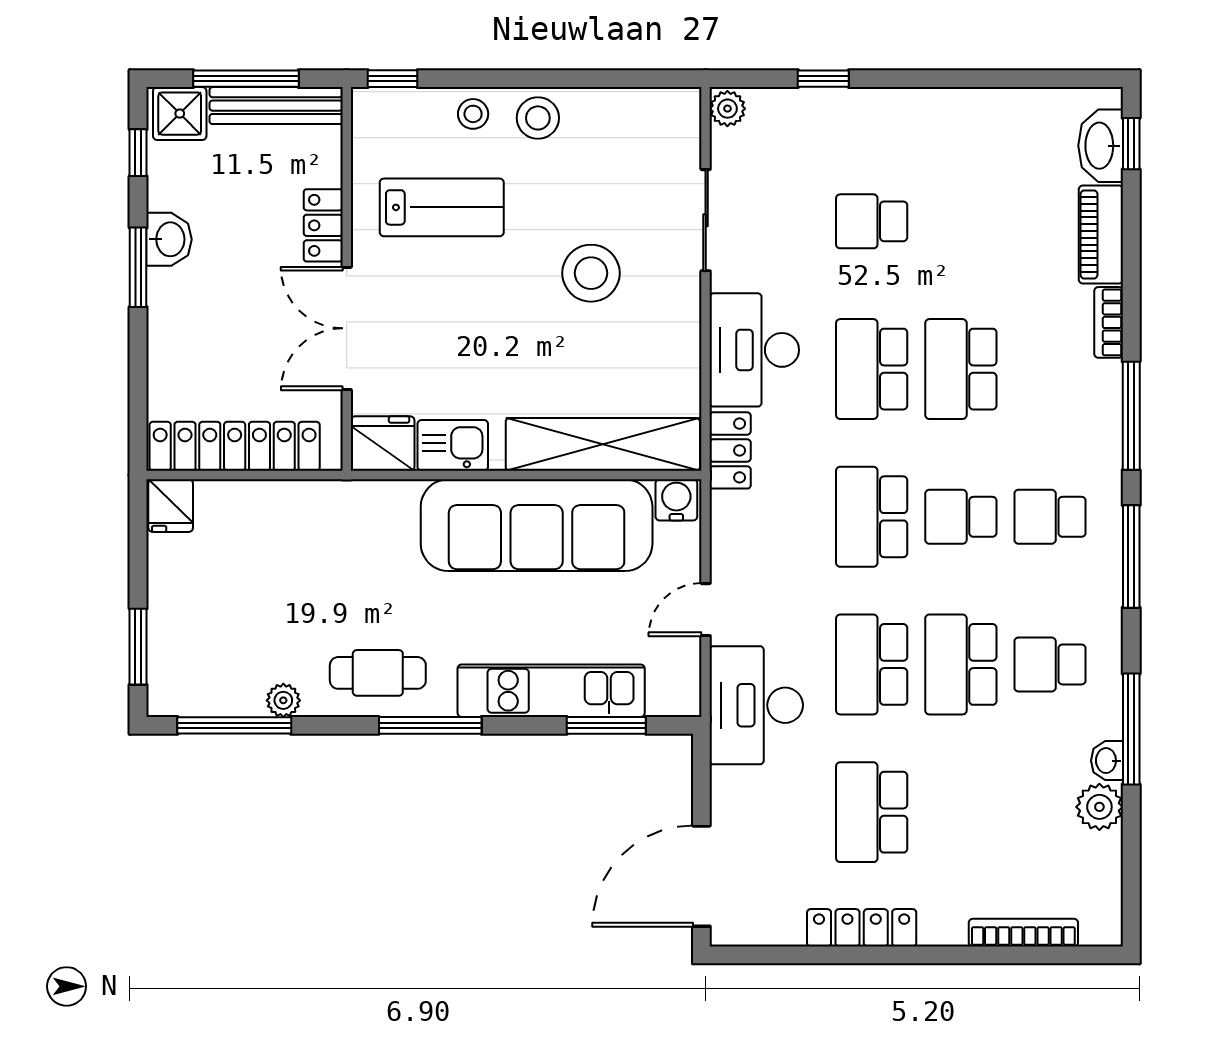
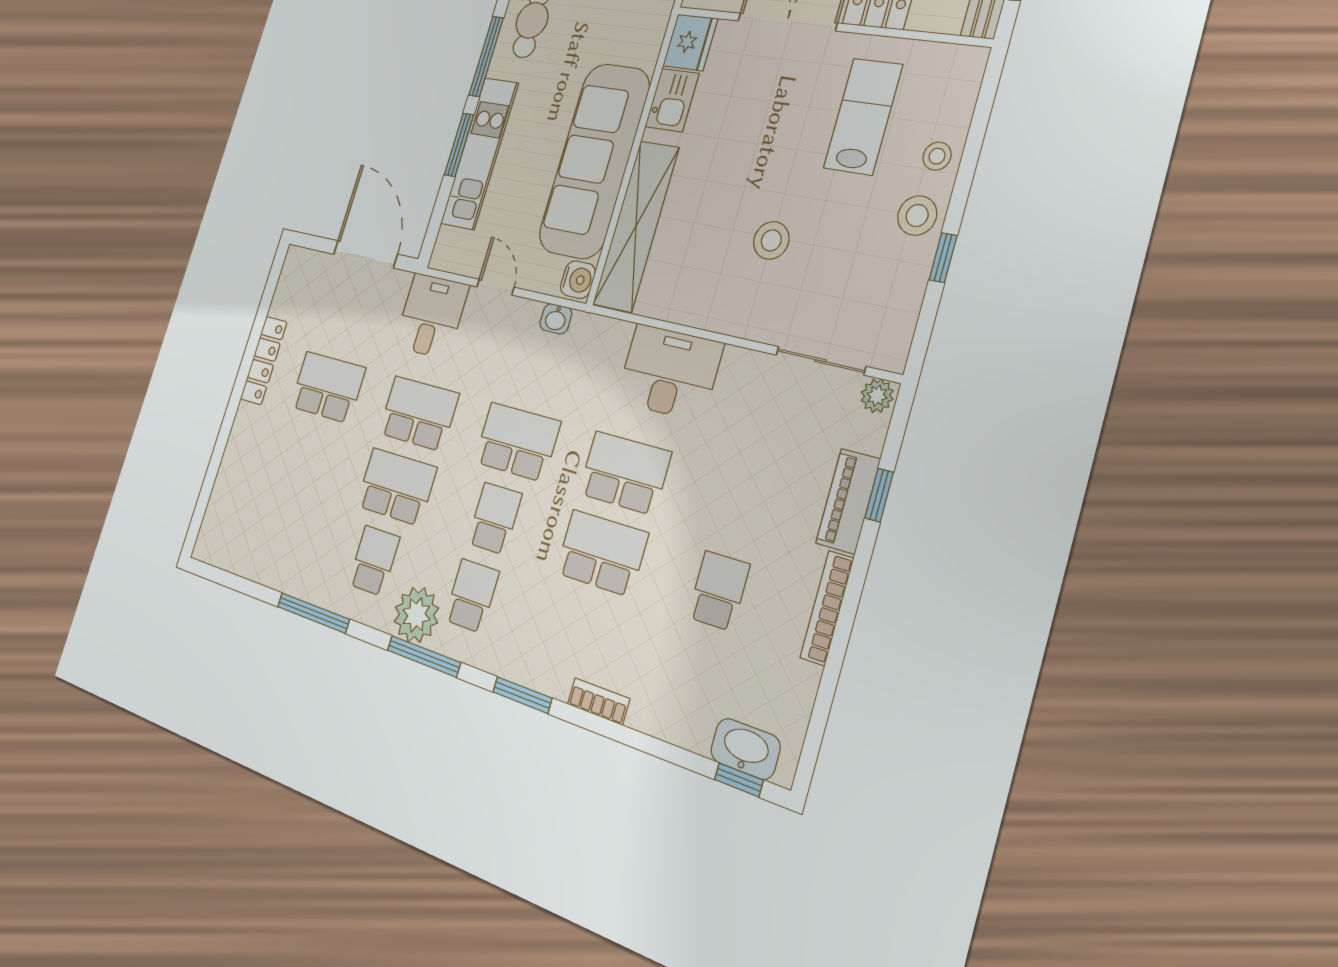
window: (393, 79) -> (943, 258), moved
lab bench: (442, 207) -> (863, 116), turned 180
sliding door: (706, 220) -> (820, 361), moved
school desk: (872, 221) -> (719, 591), moved
piano: (1101, 234) -> (848, 501), moved, turned -90
stool: (591, 273) -> (771, 240), width x0.73, depth x0.73
window: (1131, 416) -> (522, 695), width x0.69
locker: (730, 450) -> (600, 333), removed
desk: (756, 705) -> (431, 316), width x0.73
window: (606, 725) -> (459, 145), moved
washbasin: (1107, 761) -> (556, 319), moved, turned 180
plant: (1099, 807) -> (416, 615), moved, width x1.36, depth x1.36
door: (701, 876) -> (365, 254), moved
bookcase: (1023, 933) -> (827, 608), moved, turned 180

